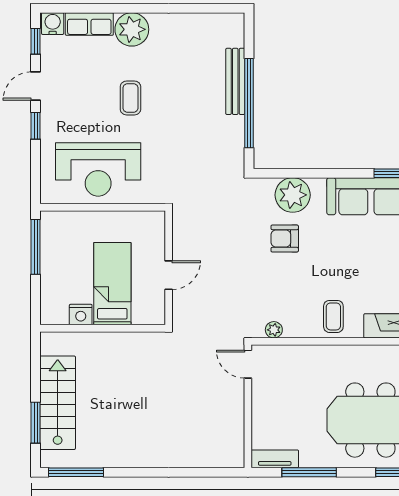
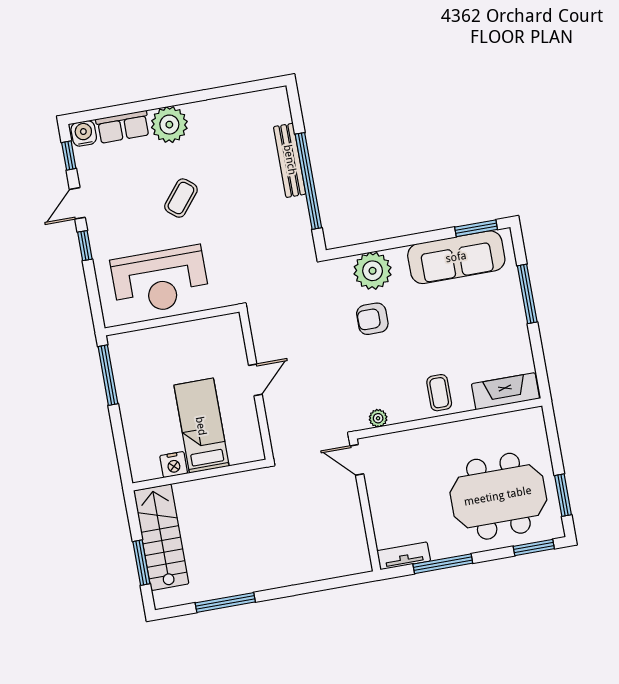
coffee table: (130, 98) -> (181, 198), turned 39
bed: (112, 284) -> (201, 426), moved
nightstand: (81, 315) -> (174, 465), moved
wall: (103, 328) -> (200, 475), moved
window: (76, 472) -> (225, 602), moved

